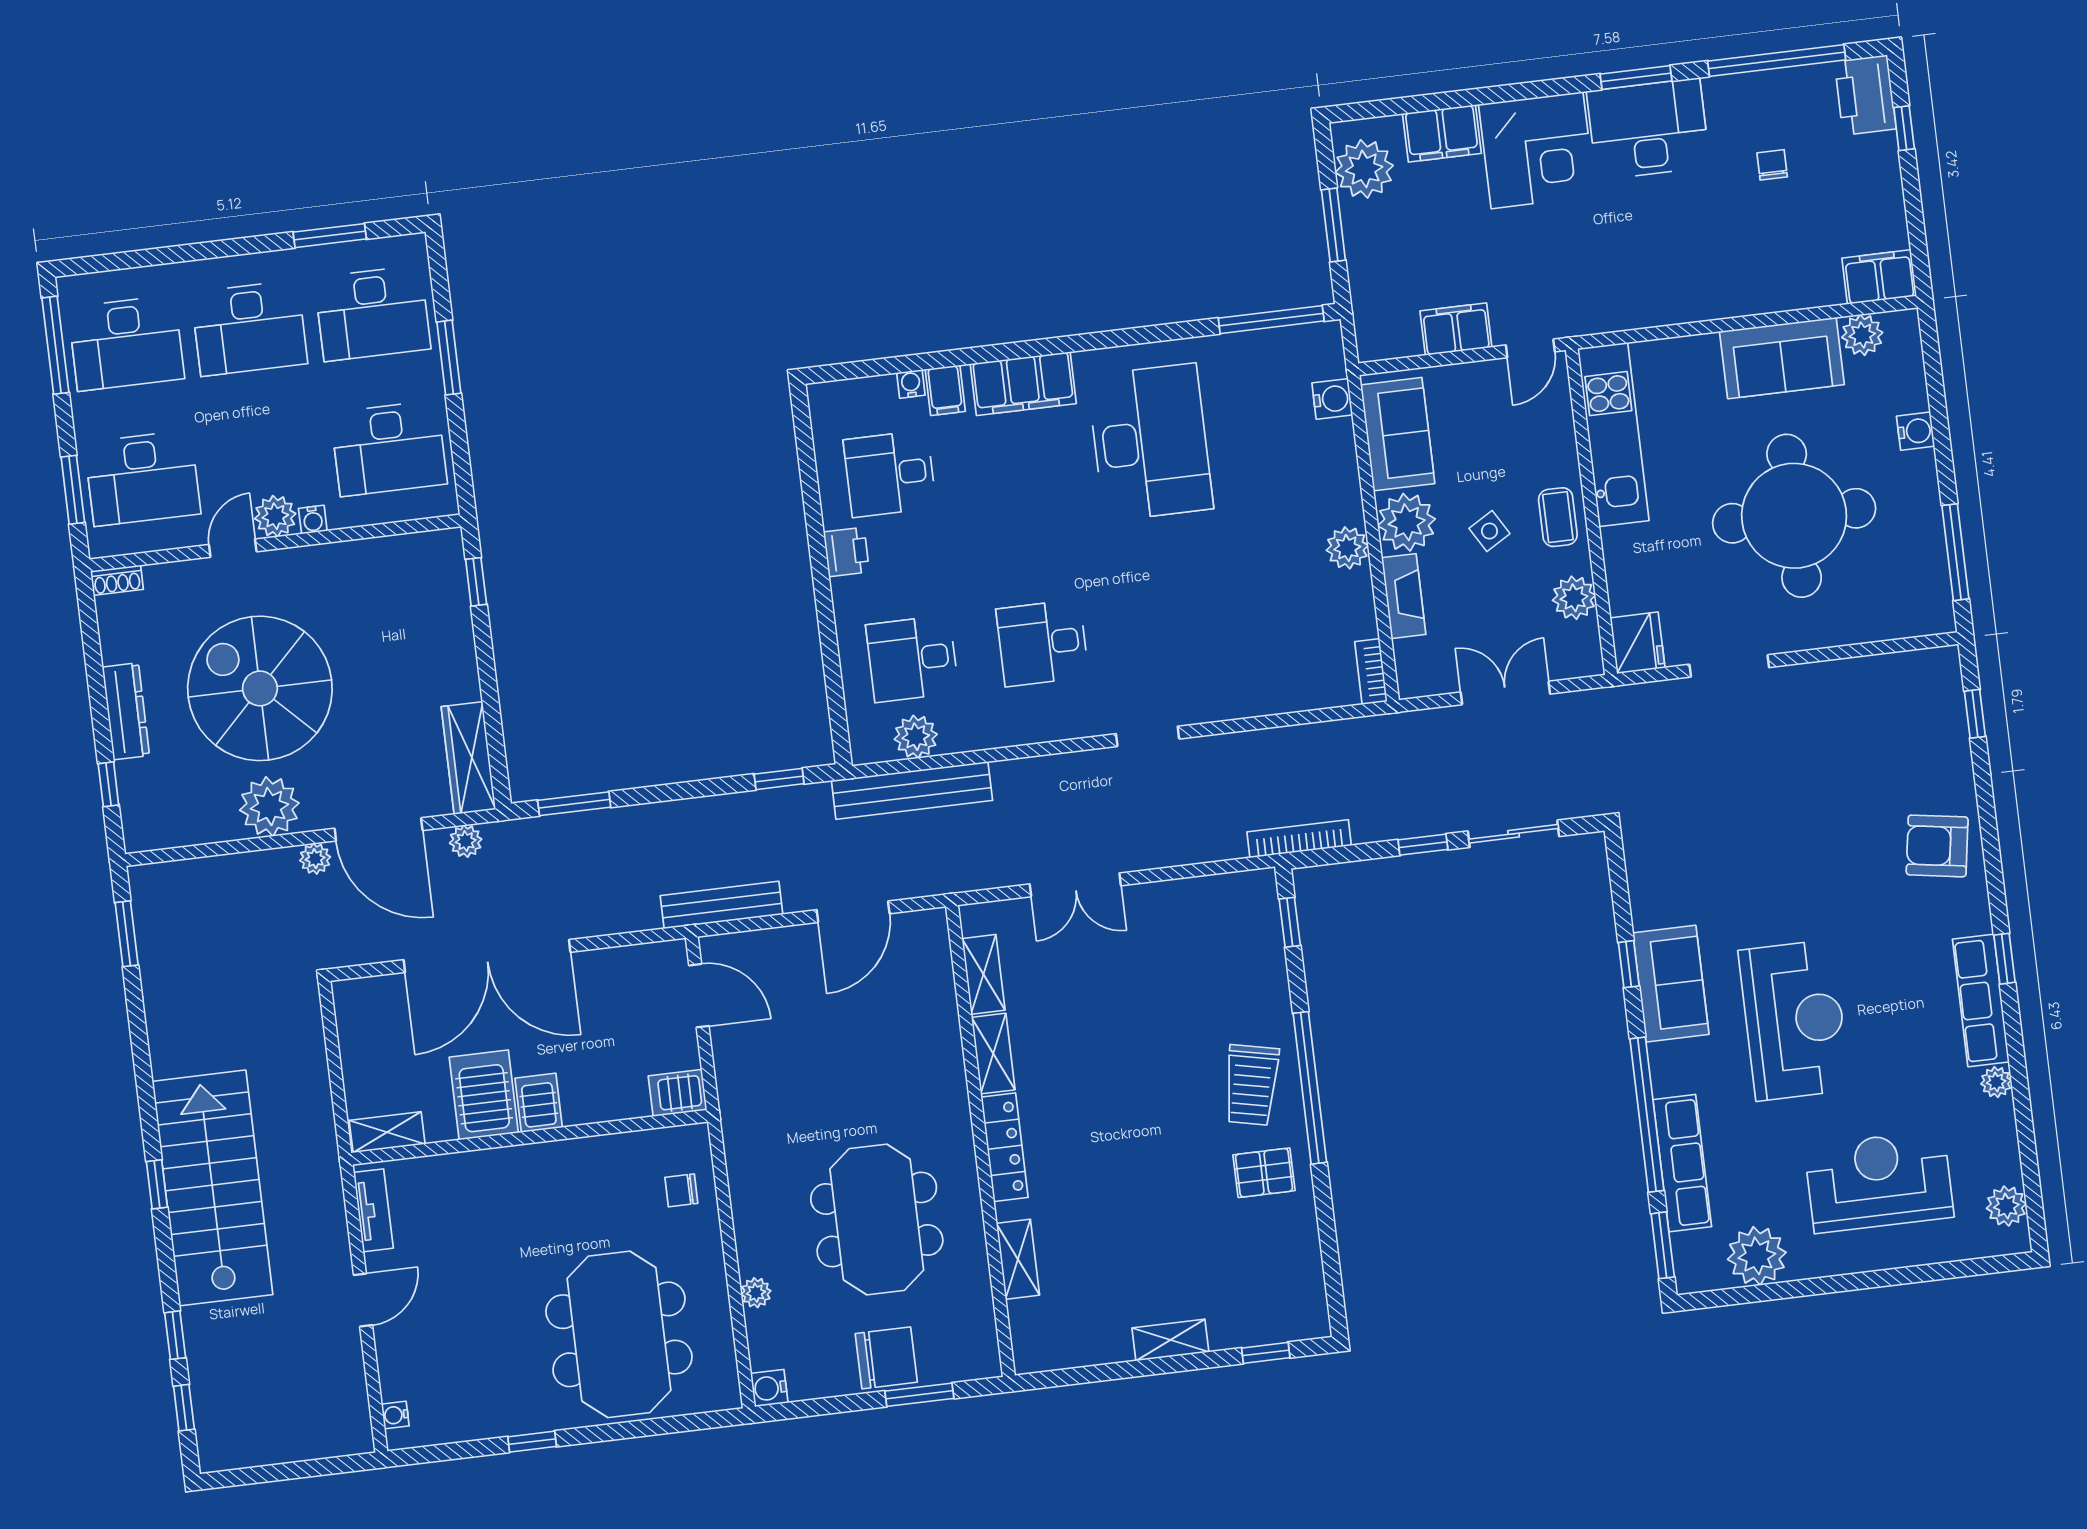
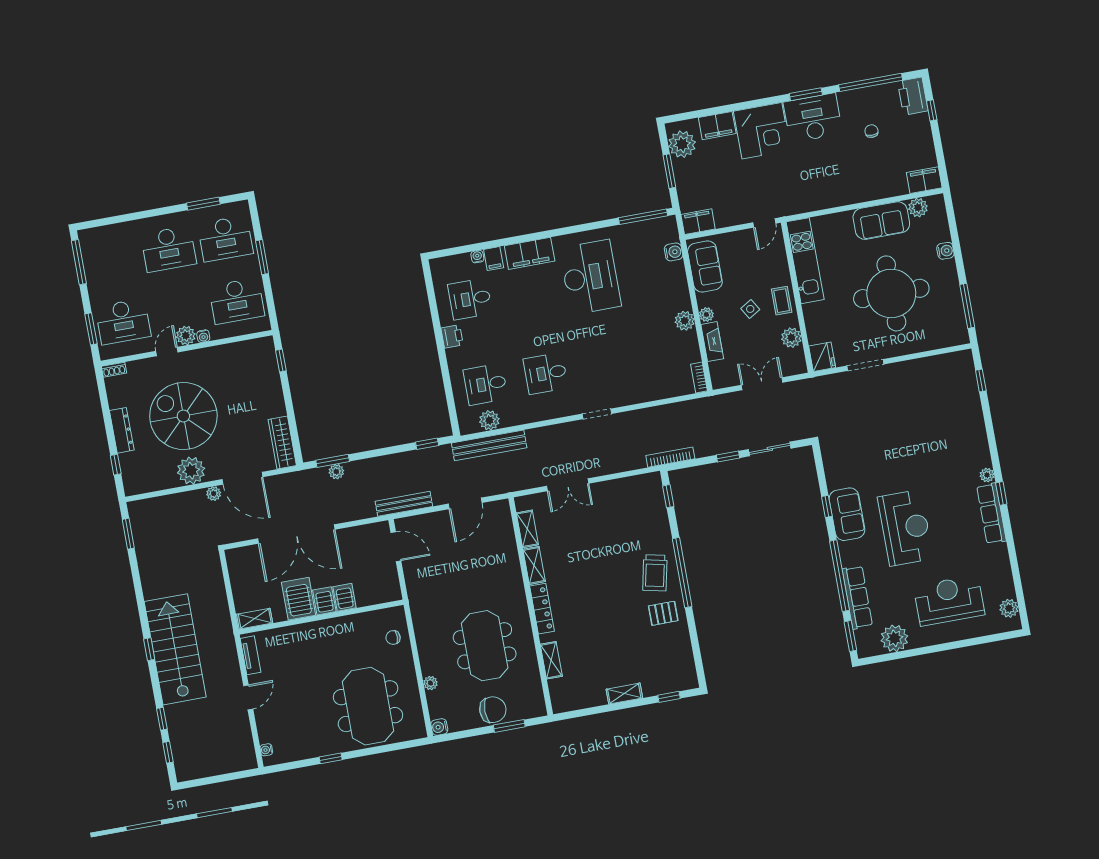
filing cabinet: (1456, 329) -> (698, 222), moved
desk: (126, 343) -> (112, 259), removed
plant: (1407, 522) -> (706, 315), width x0.53, depth x0.53
plant: (466, 841) -> (336, 472), moved
armchair: (1937, 846) -> (967, 443), removed
plant: (1996, 1082) -> (987, 475), moved
server rack: (678, 1093) -> (345, 597), moved, turned 90

